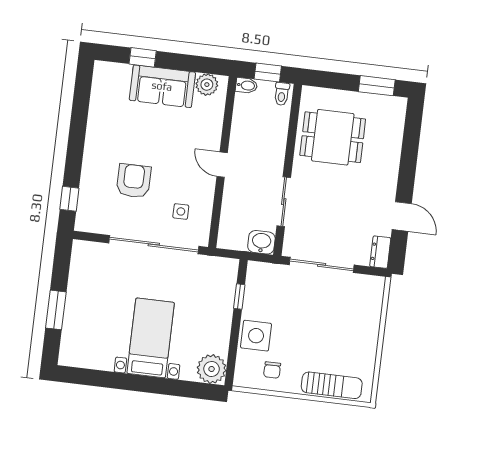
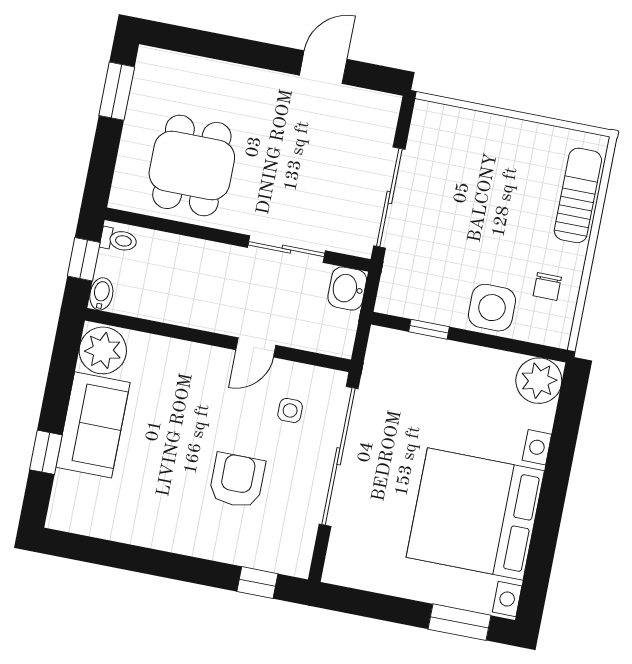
plant: (207, 85) -> (103, 350), width x1.36, depth x1.36
door: (222, 165) -> (256, 347), moved
armchair: (134, 181) -> (237, 480), turned 90
dresser: (380, 252) -> (376, 105), removed
window: (56, 310) -> (459, 622), moved
bed with nightstands: (151, 338) -> (475, 514), width x1.85
chair: (272, 370) -> (547, 286), turned 90

